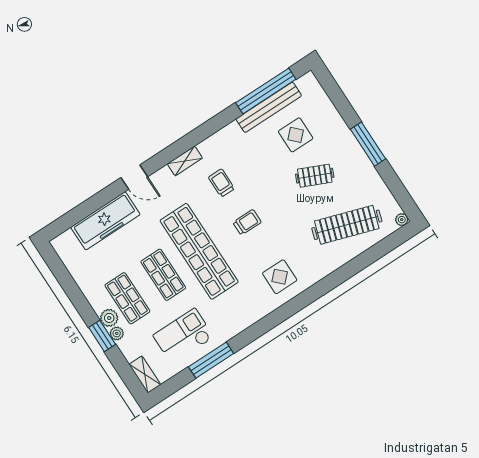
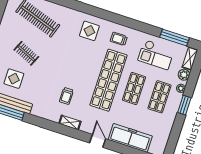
trolley: (247, 222) -> (119, 39), moved
plant: (109, 318) -> (184, 75), moved
window: (102, 336) -> (184, 105), moved
window: (211, 360) -> (174, 37), moved

